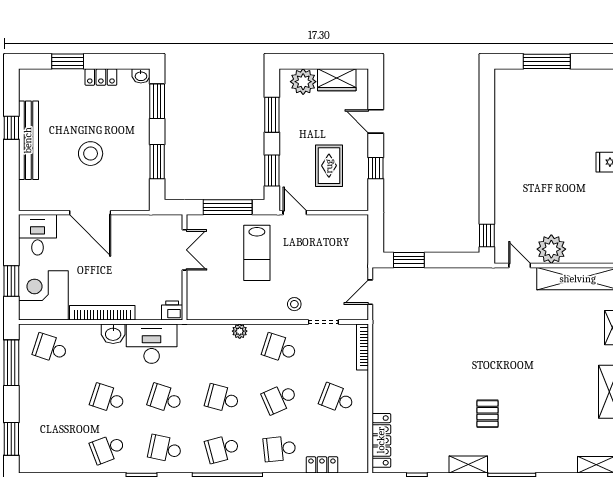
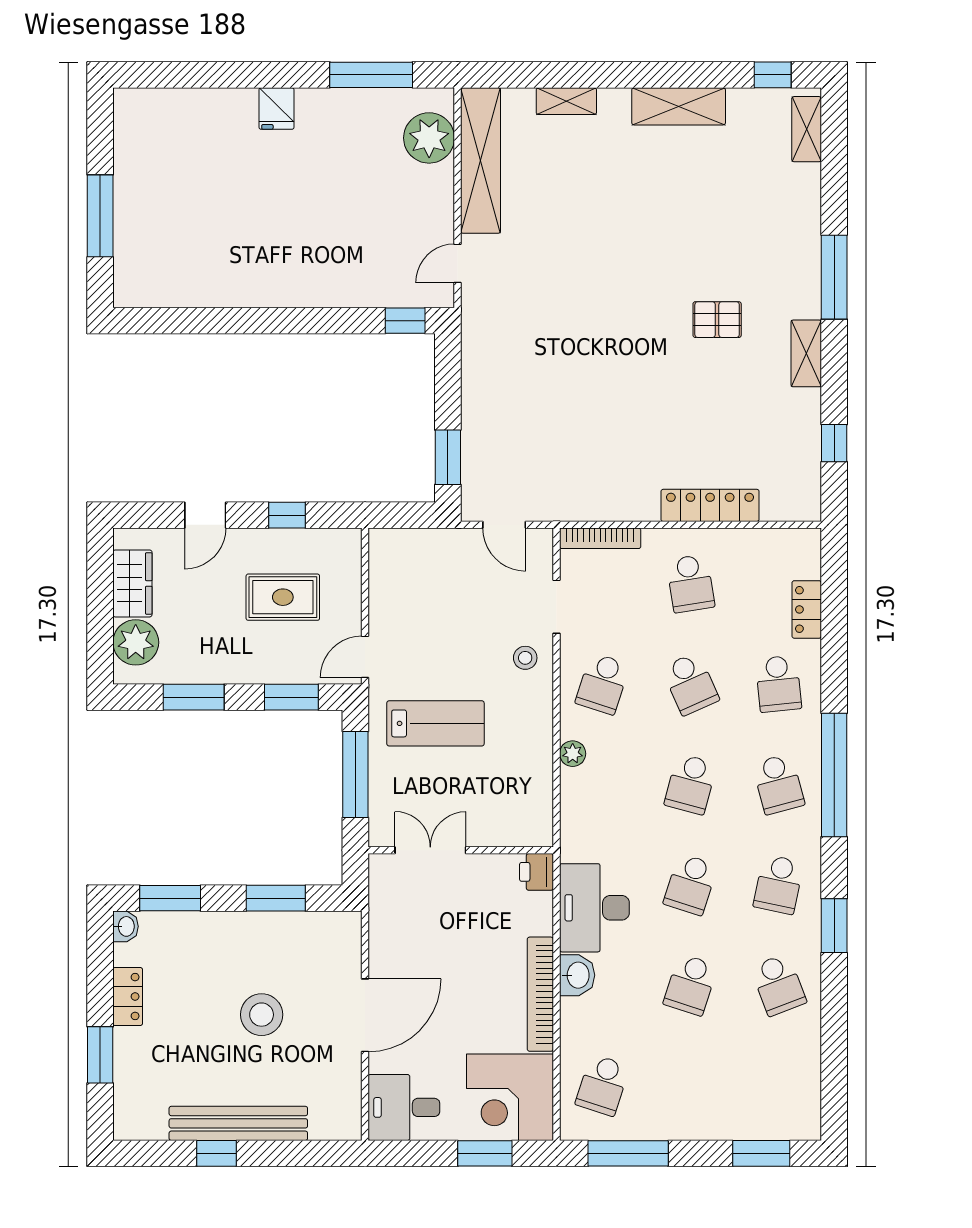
plant: (551, 249) -> (429, 138), moved
school desk: (337, 398) -> (690, 583), turned -30
locker: (381, 440) -> (710, 505), moved

